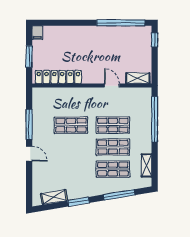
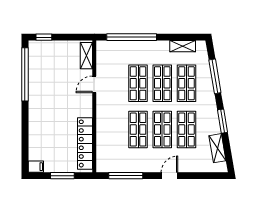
window: (29, 124) -> (126, 176), moved
shop shelf: (71, 147) -> (162, 130), added
shop shelf: (71, 169) -> (186, 130), added

